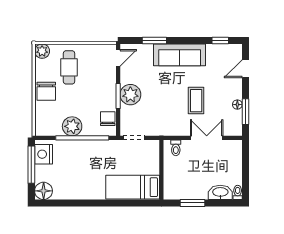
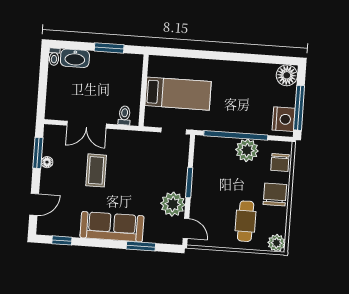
door: (118, 58) -> (186, 228), swing flipped
plant: (130, 95) -> (173, 204), moved
chair: (108, 119) -> (280, 162), moved
bed: (133, 187) -> (178, 94), moved

